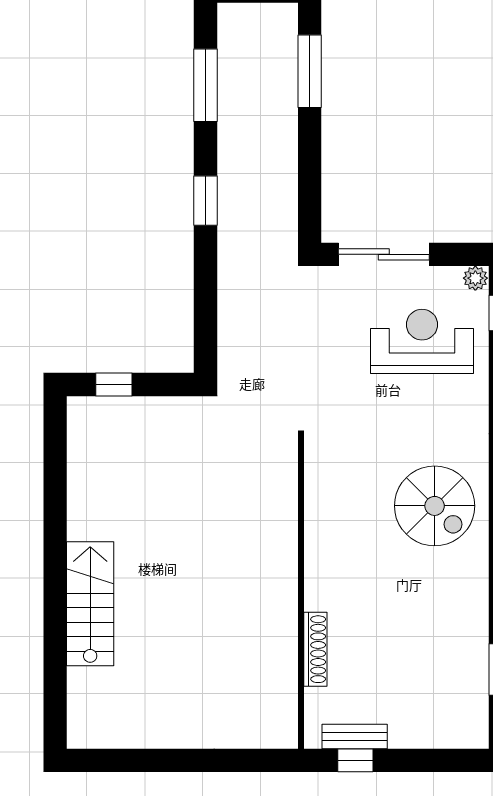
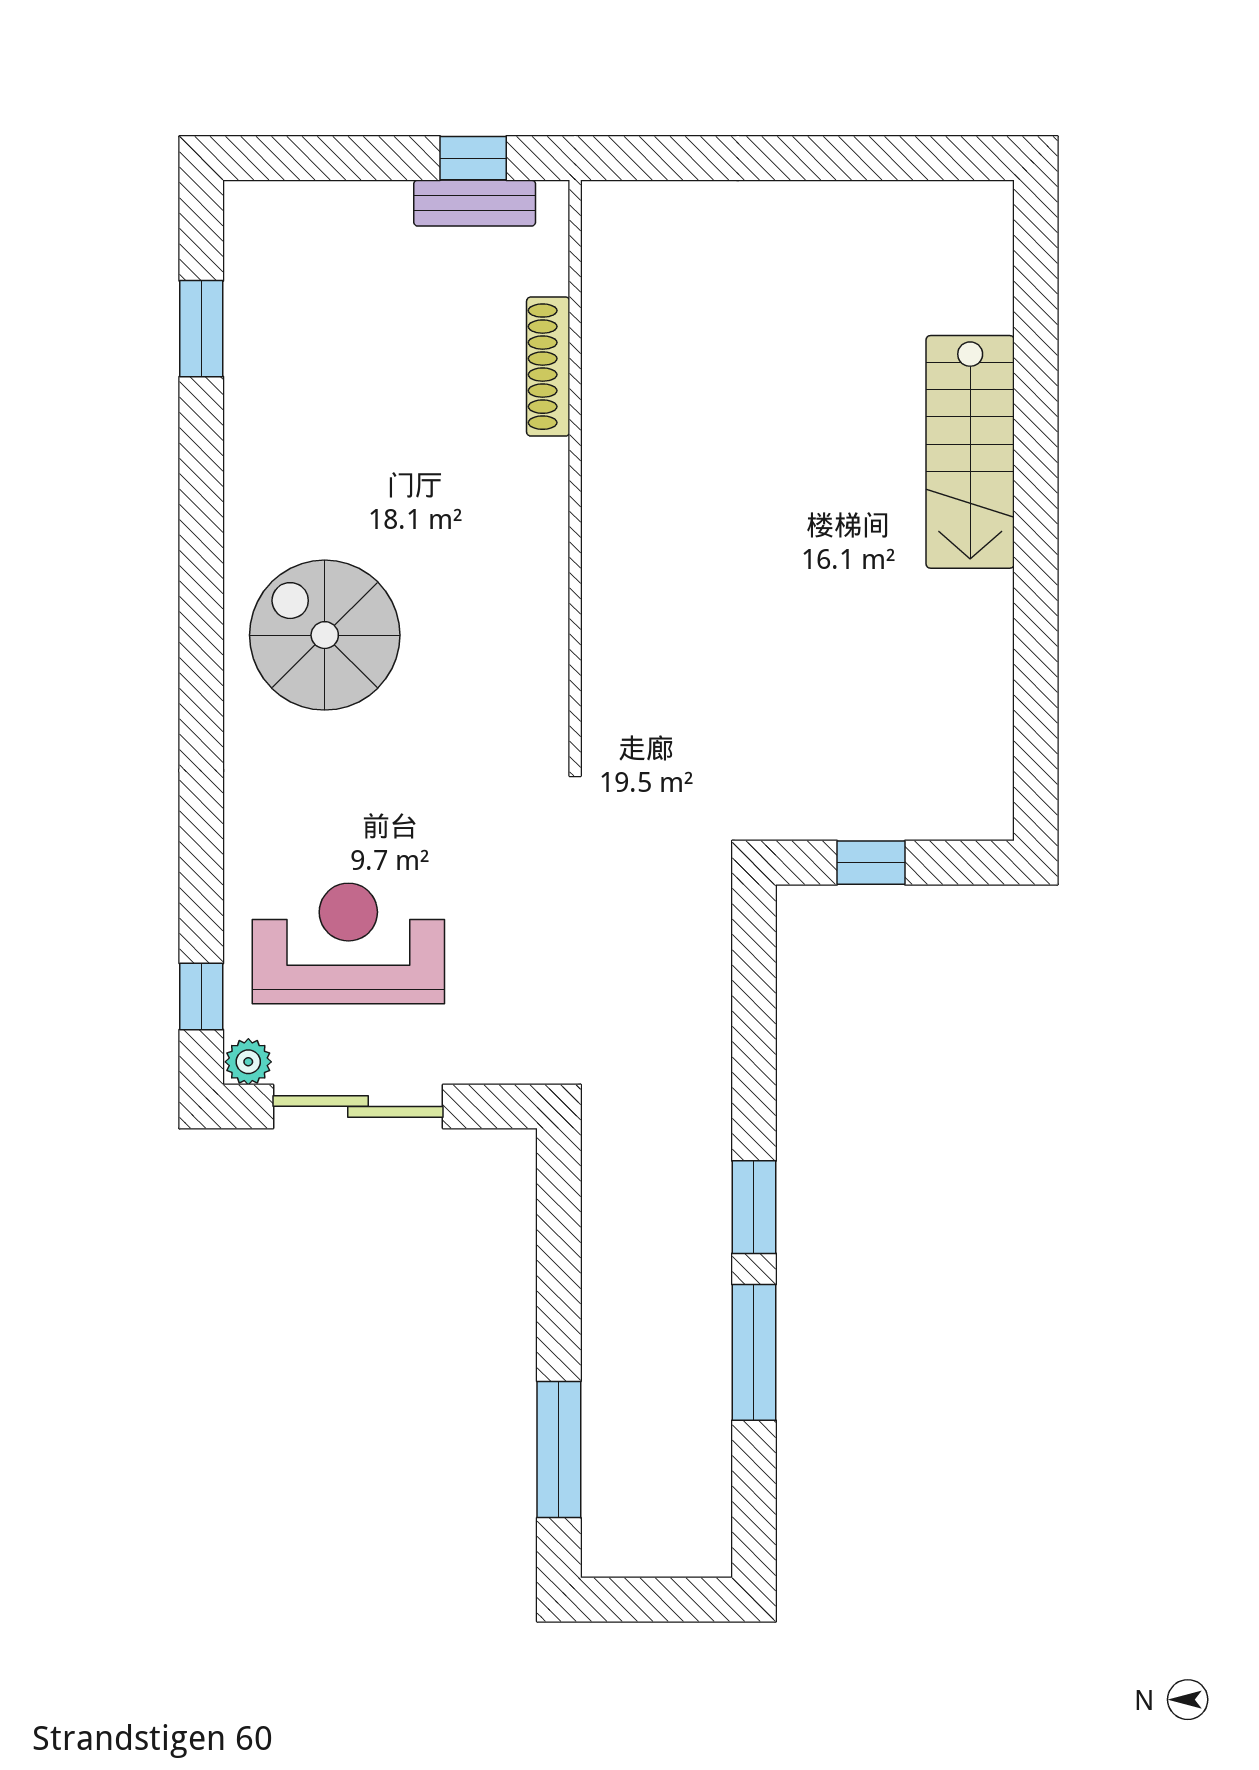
window: (206, 85) -> (754, 1352), moved
sliding door: (384, 254) -> (358, 1106), moved
reception desk: (422, 341) -> (348, 943), turned 180
window: (114, 384) -> (871, 863), moved

